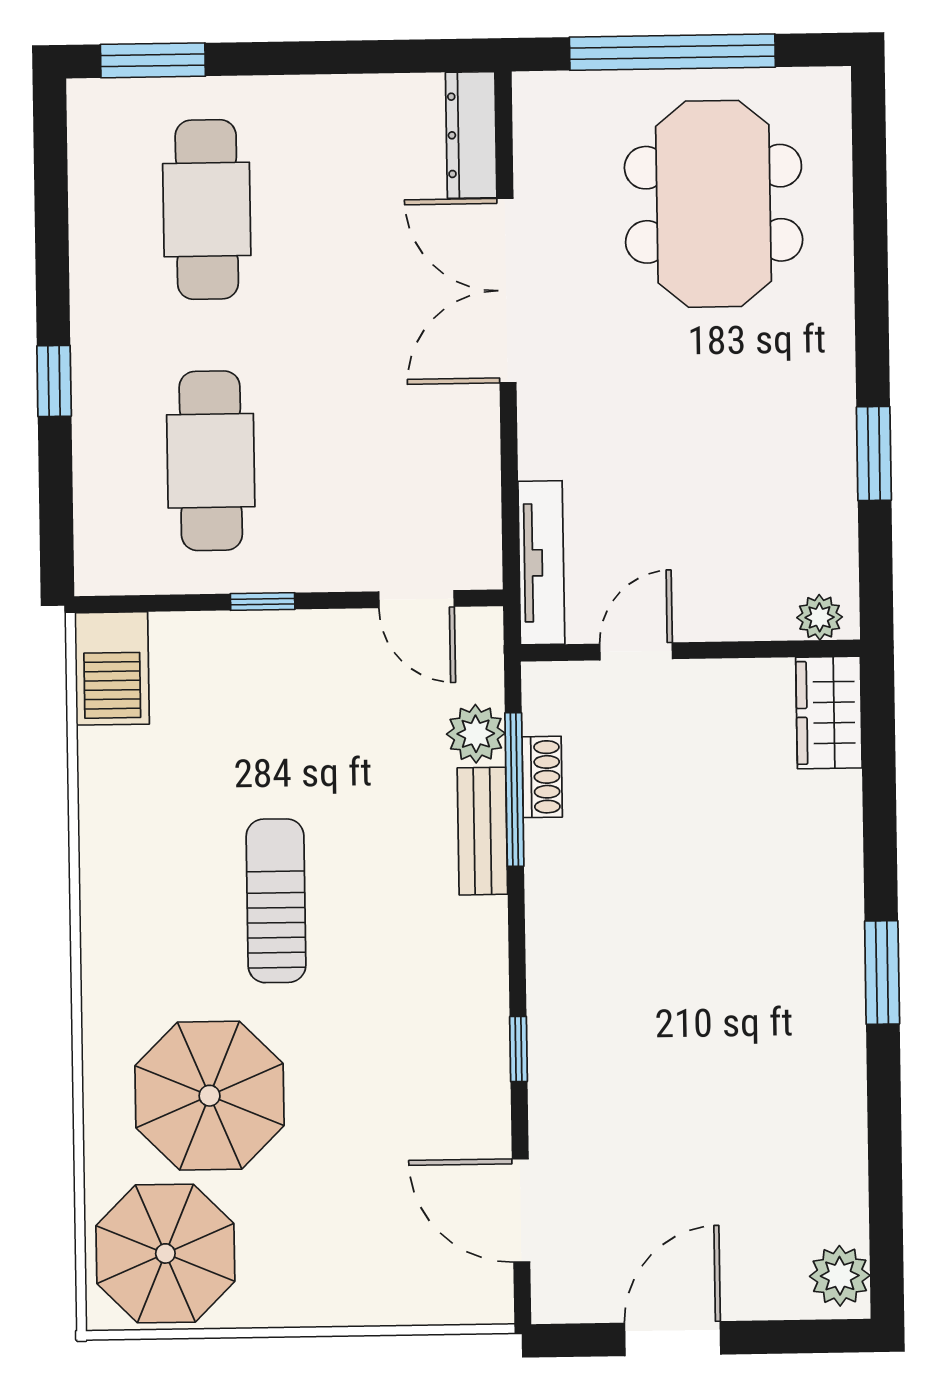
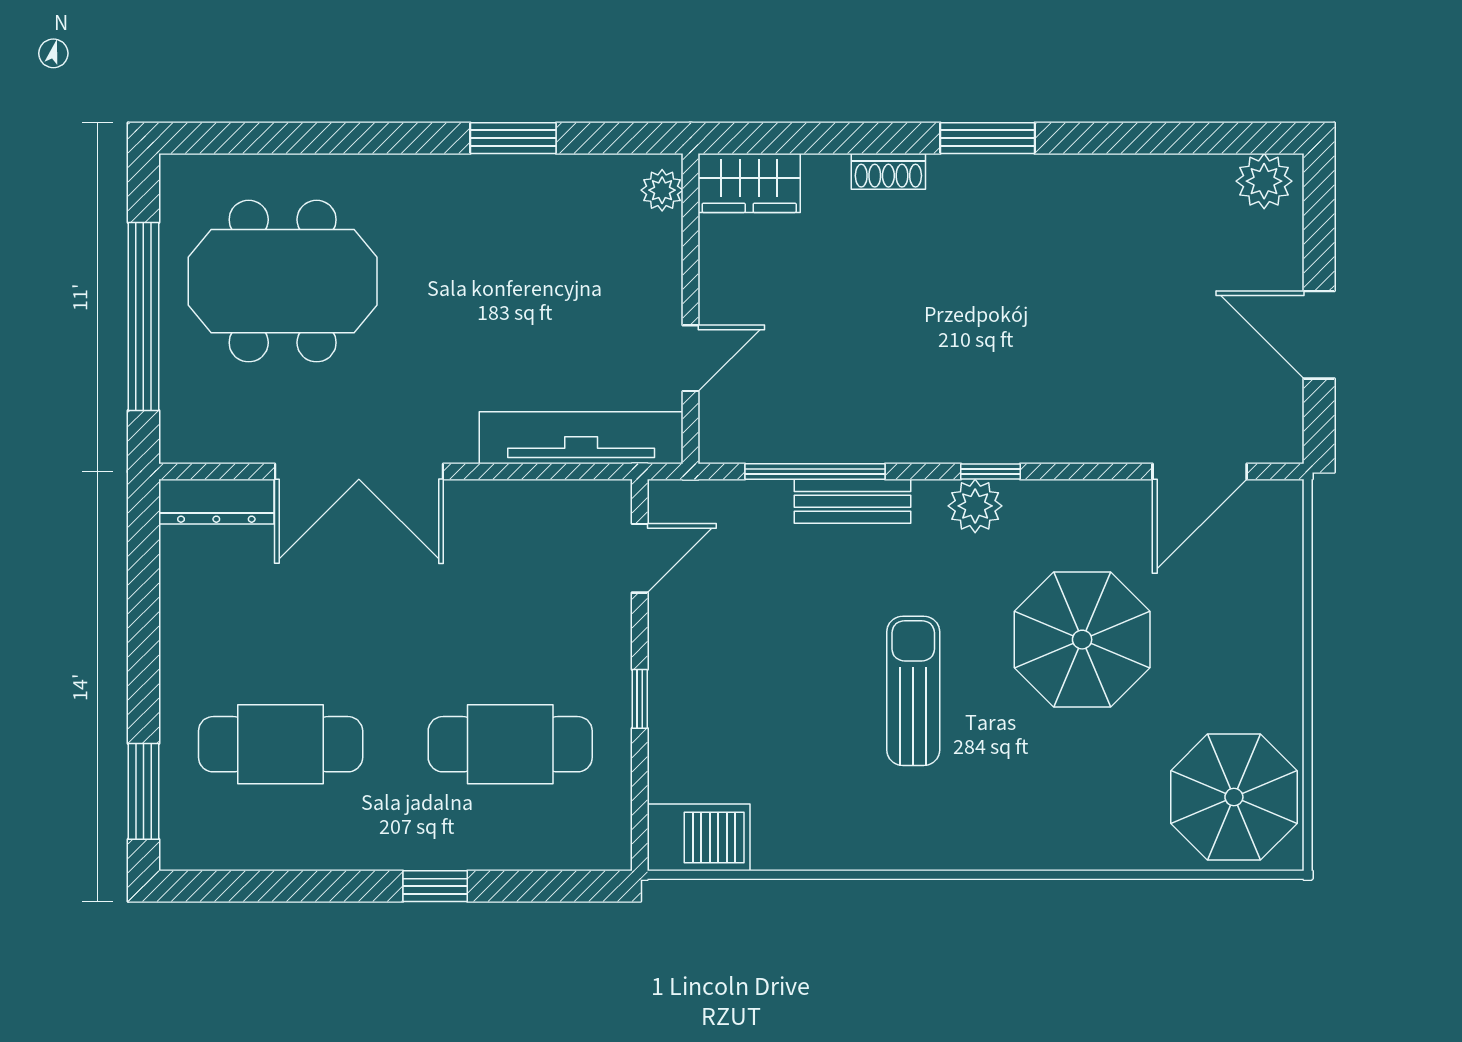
tv unit: (541, 563) -> (581, 438), width x1.36, depth x1.29
door: (636, 651) -> (691, 358), swing flipped
plant: (476, 734) -> (975, 506), moved
shoe rack: (542, 777) -> (888, 171), moved, turned 180
sun lounger: (276, 901) -> (913, 691), turned 90
window: (518, 1049) -> (991, 471), moved
parasol: (210, 1096) -> (1082, 640), moved

